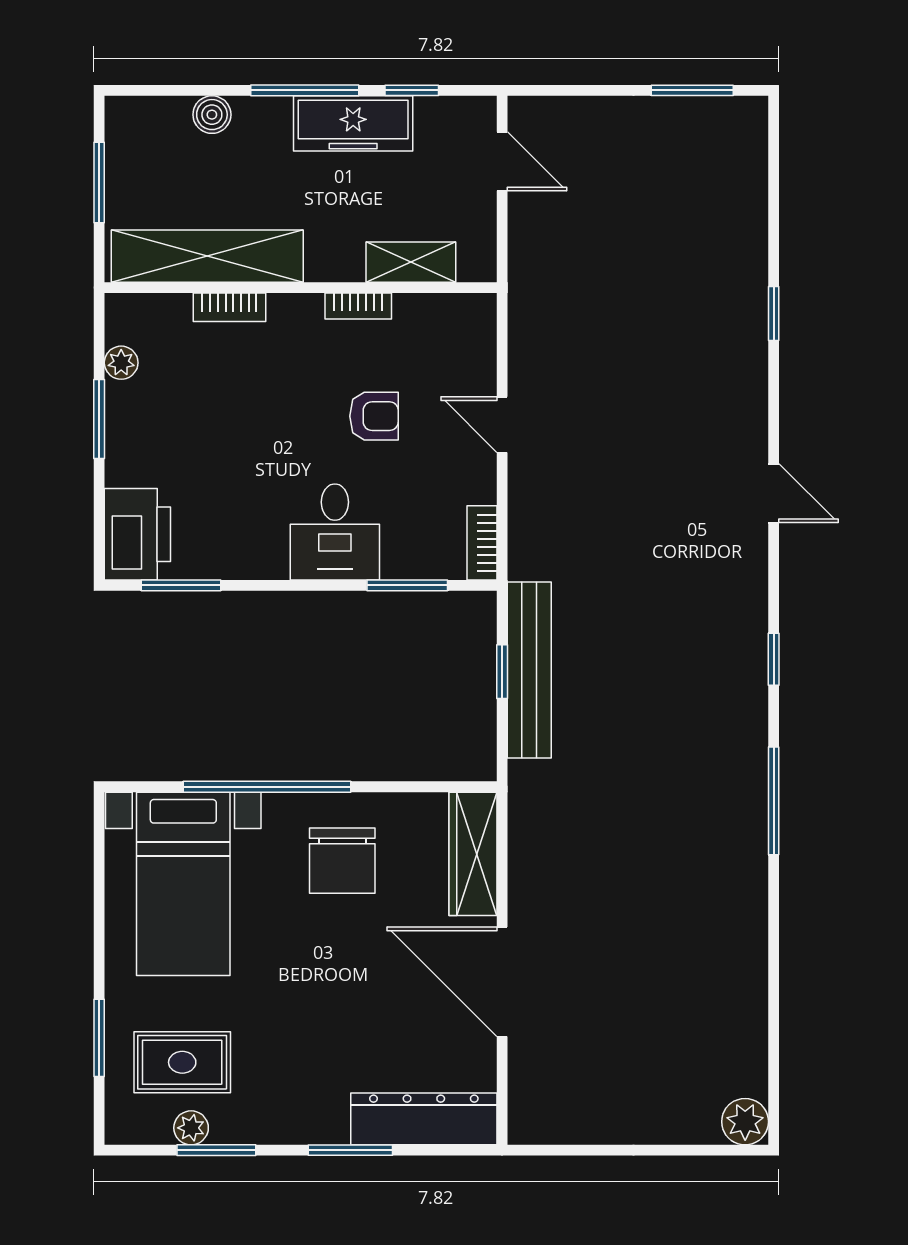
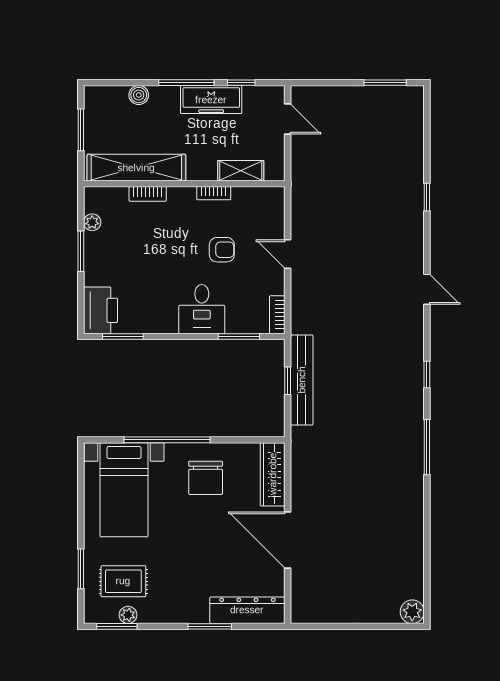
window: (216, 1150) -> (117, 626), moved

